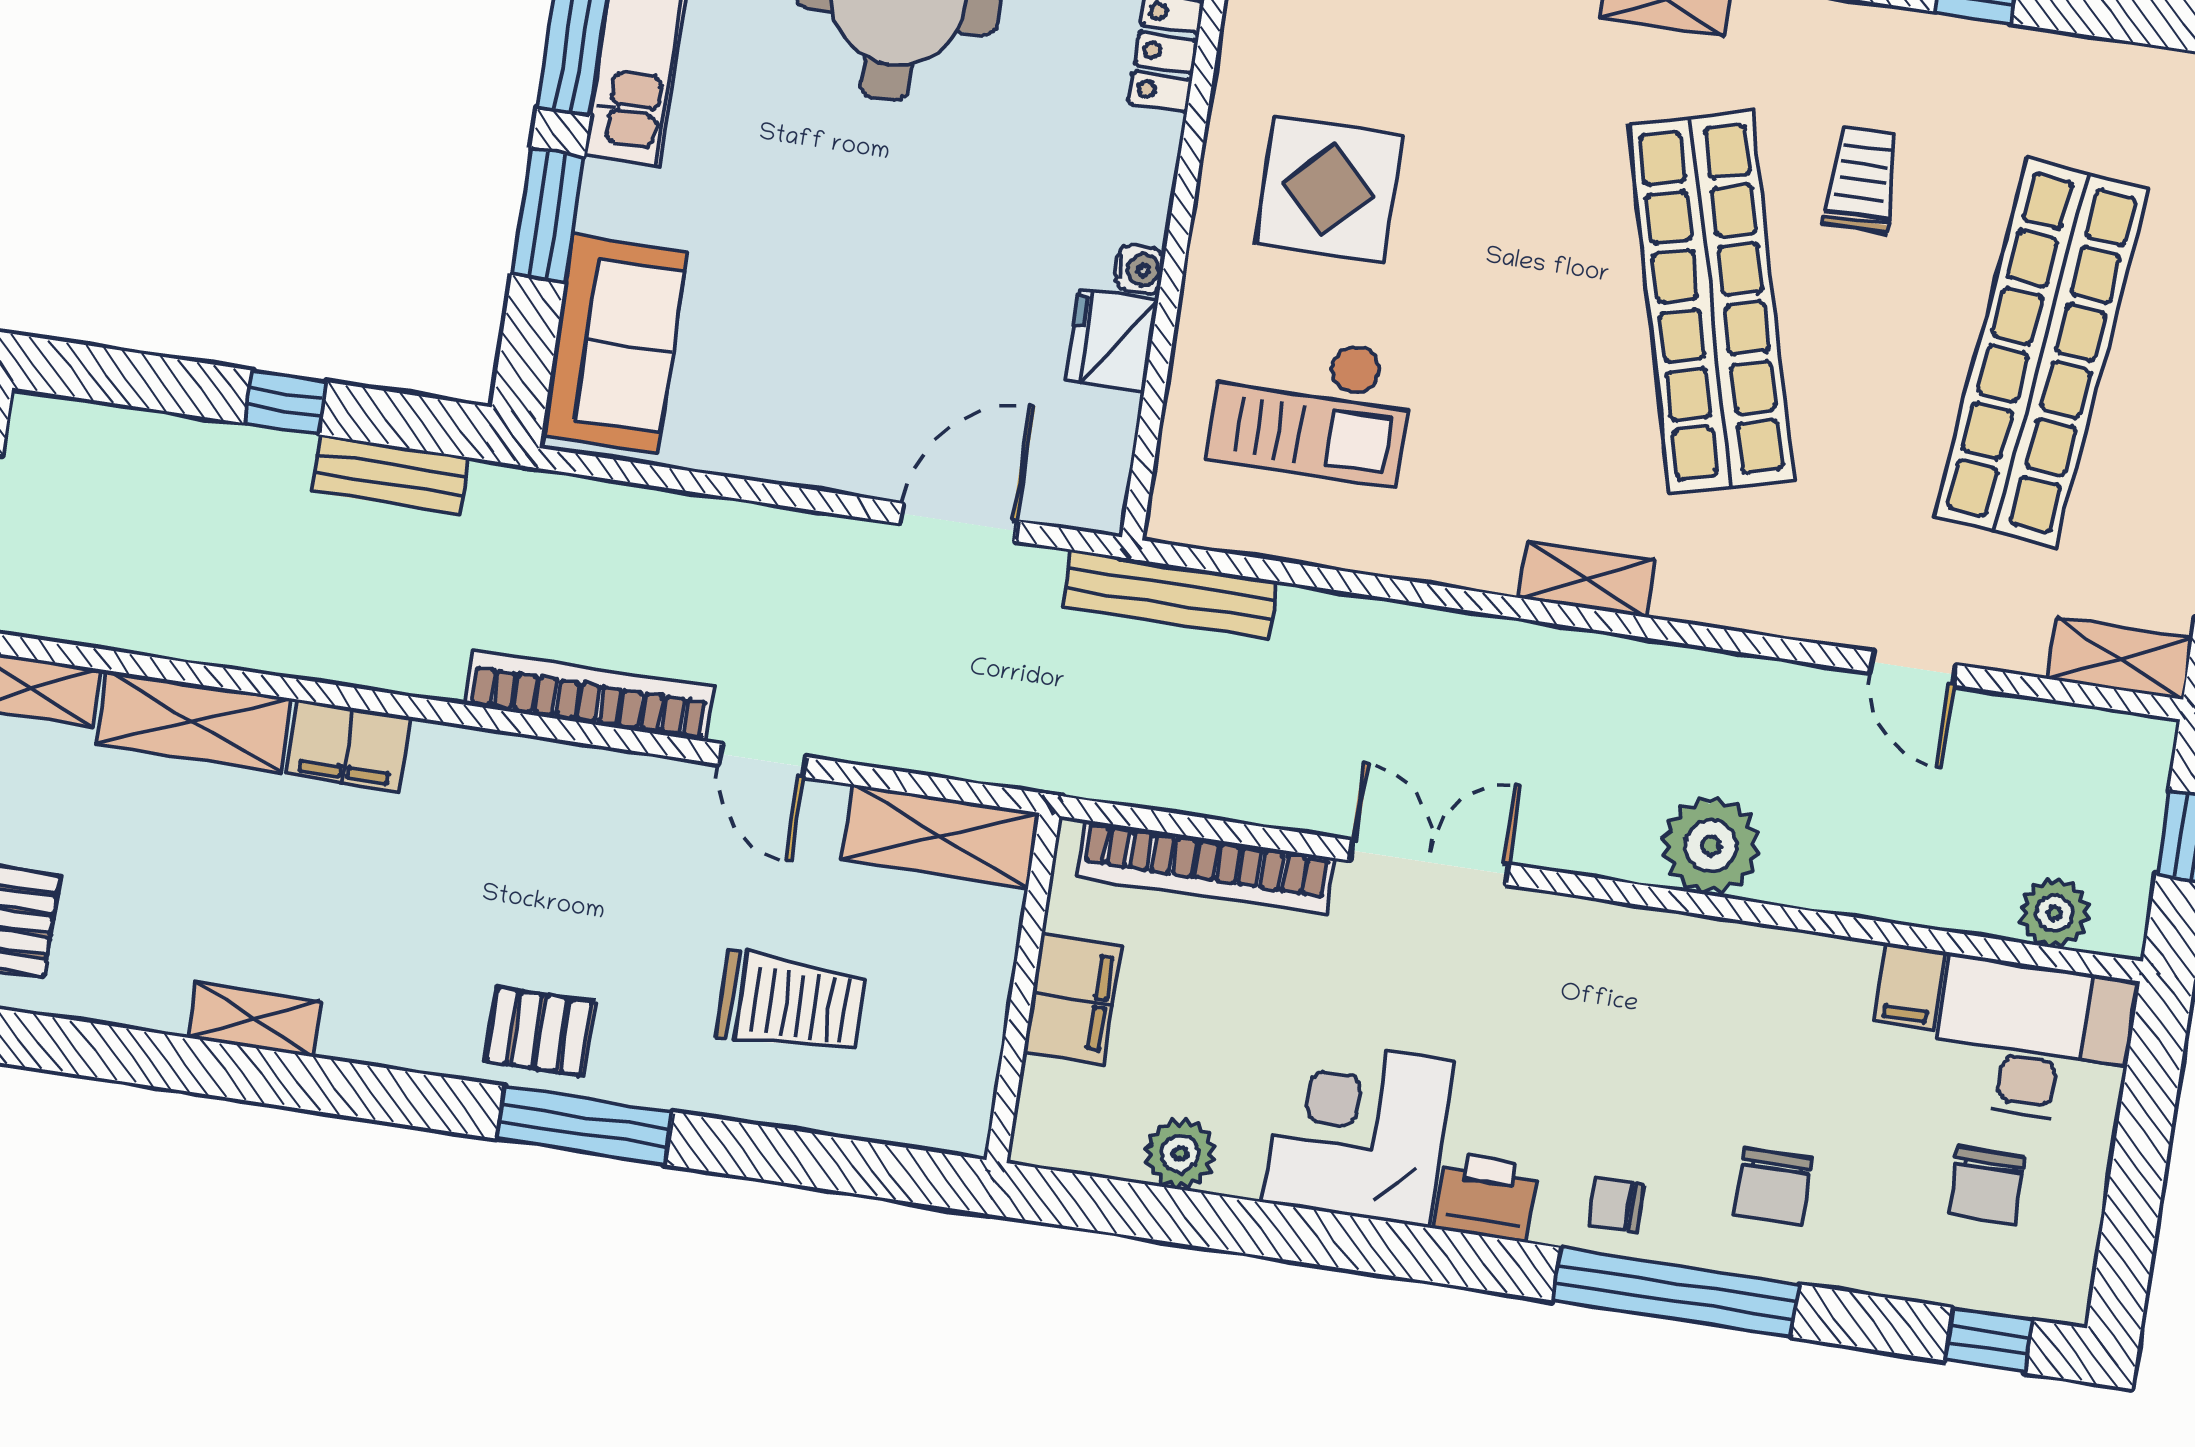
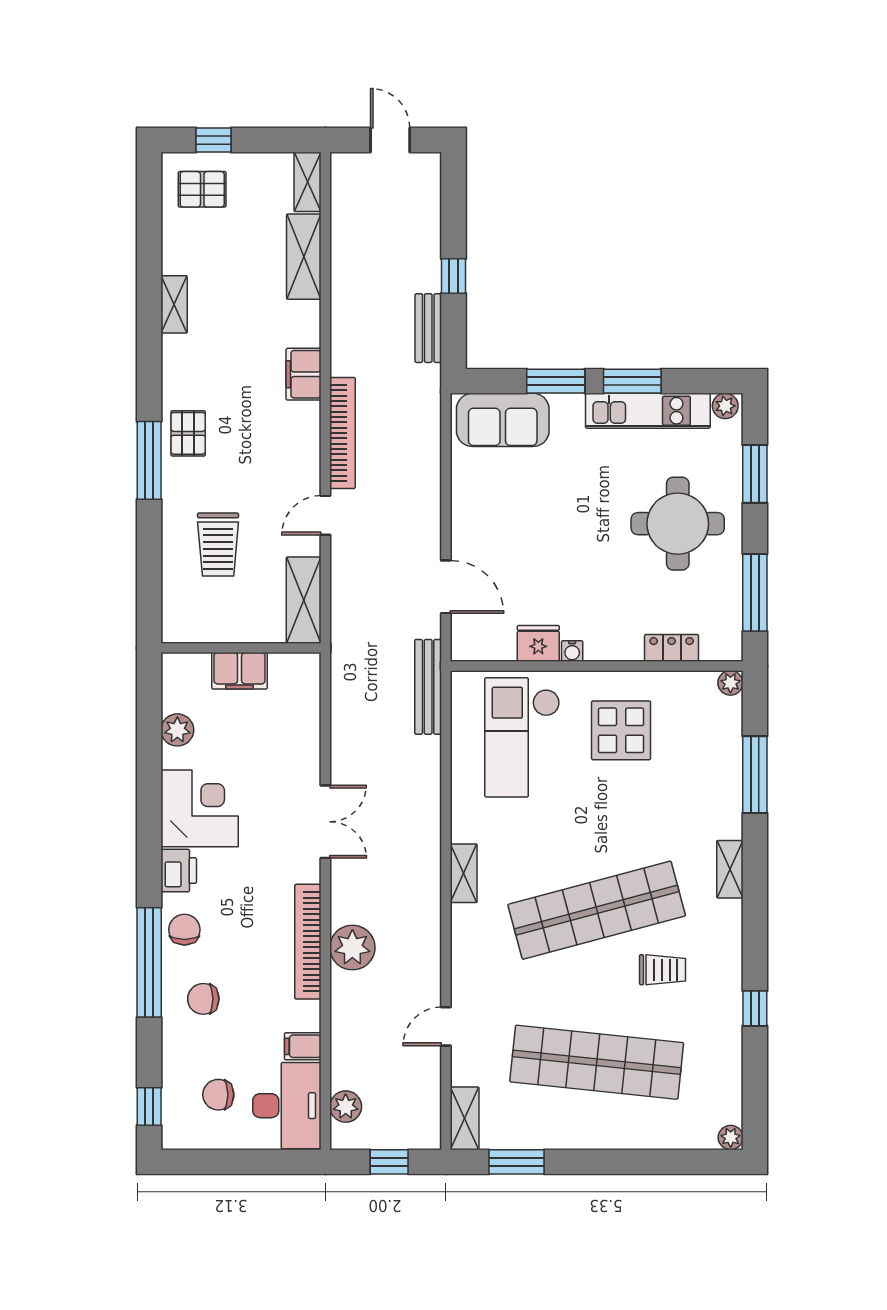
checkout: (1311, 407) -> (522, 737), width x1.36, depth x1.21
filing cabinet: (348, 746) -> (304, 374), moved
bookcase: (1205, 867) -> (308, 942), moved
chair: (1616, 1205) -> (184, 930), width x1.37, depth x1.37

